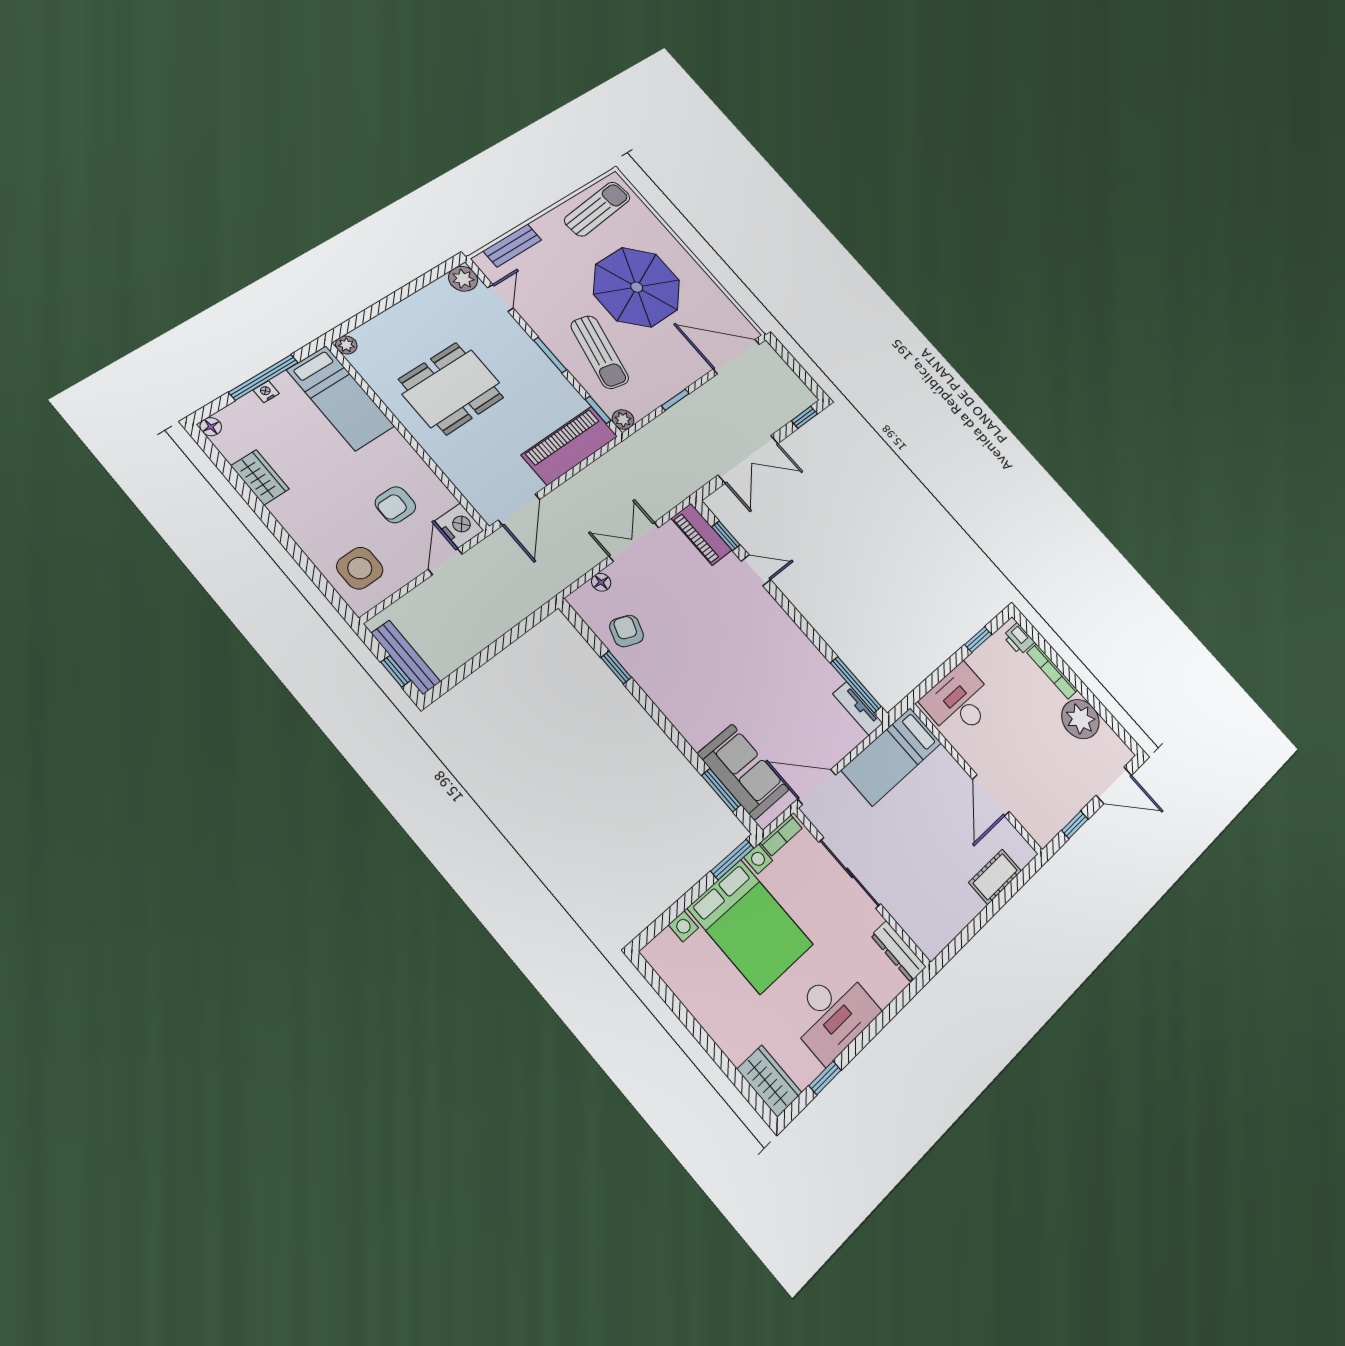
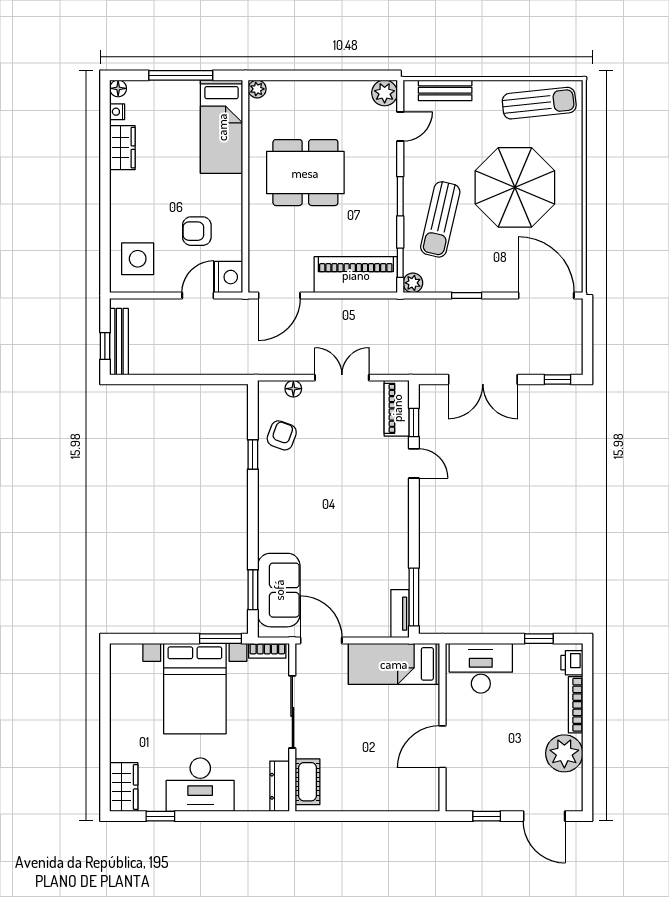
nightstand: (266, 392) -> (117, 112), moved, turned -90
cot: (995, 877) -> (308, 782), moved, turned 90

